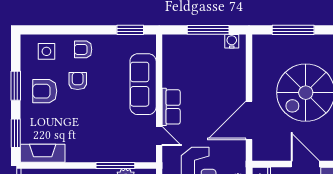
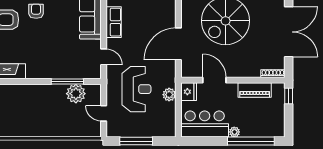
row of seats: (171, 107) -> (114, 22), moved
door: (305, 164) -> (214, 80), moved

